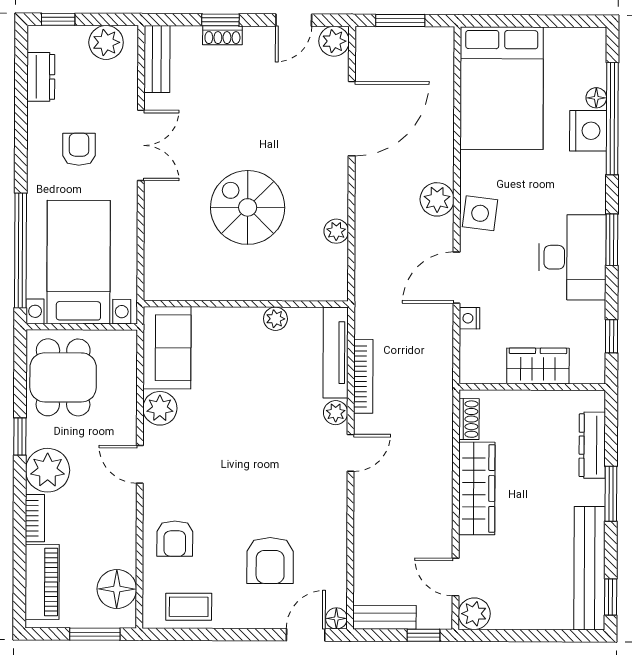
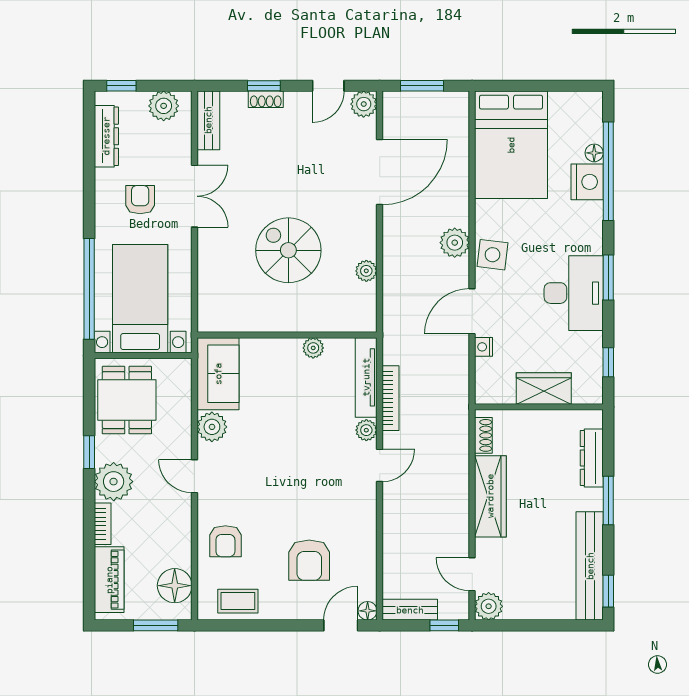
dresser: (41, 77) -> (106, 136), width x1.44

